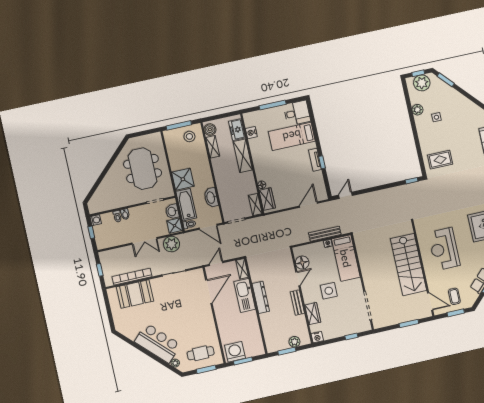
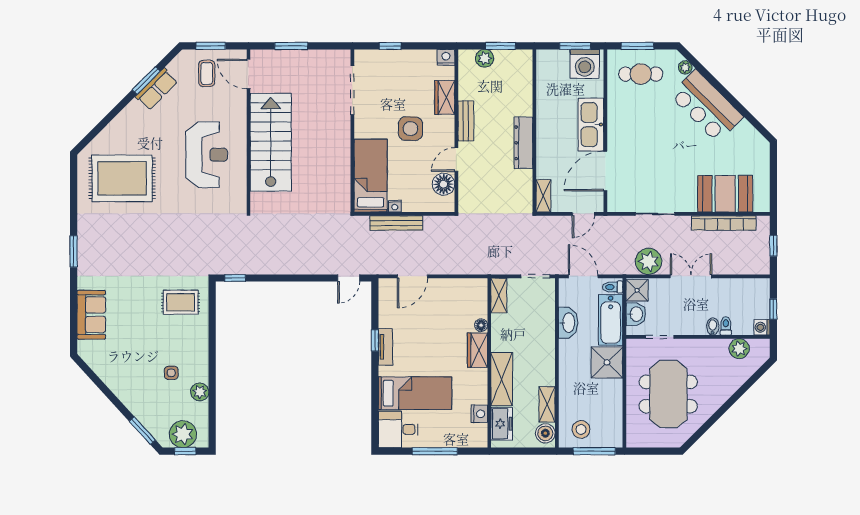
wardrobe: (267, 199) -> (477, 350), moved
plant: (106, 205) -> (739, 349), added
kitchen sink: (245, 295) -> (591, 125), moved, turned 180

